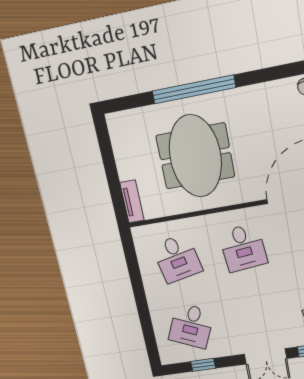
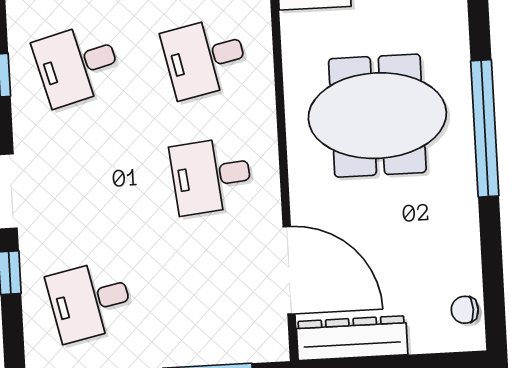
desk: (191, 326) -> (77, 65), turned -39

